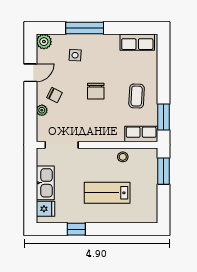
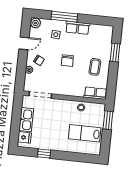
row of seats: (137, 42) -> (78, 28), moved
window: (163, 117) -> (115, 53), moved
lab bench: (107, 193) -> (85, 133), moved

